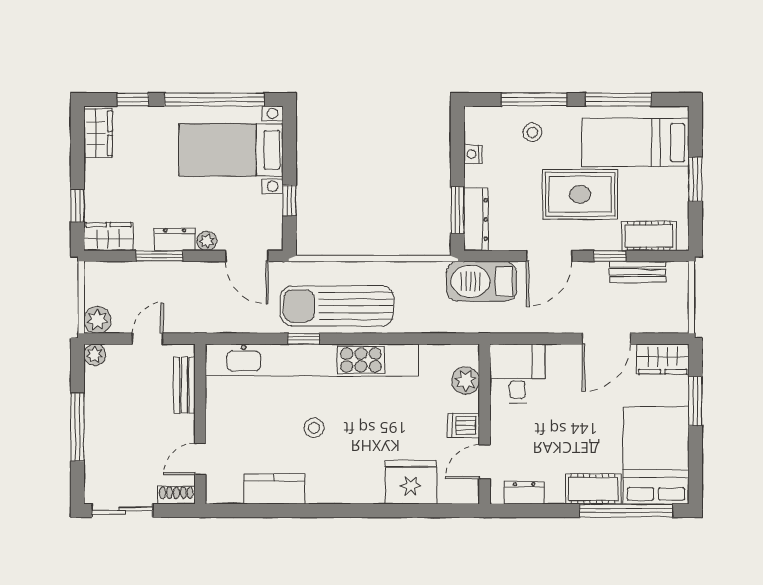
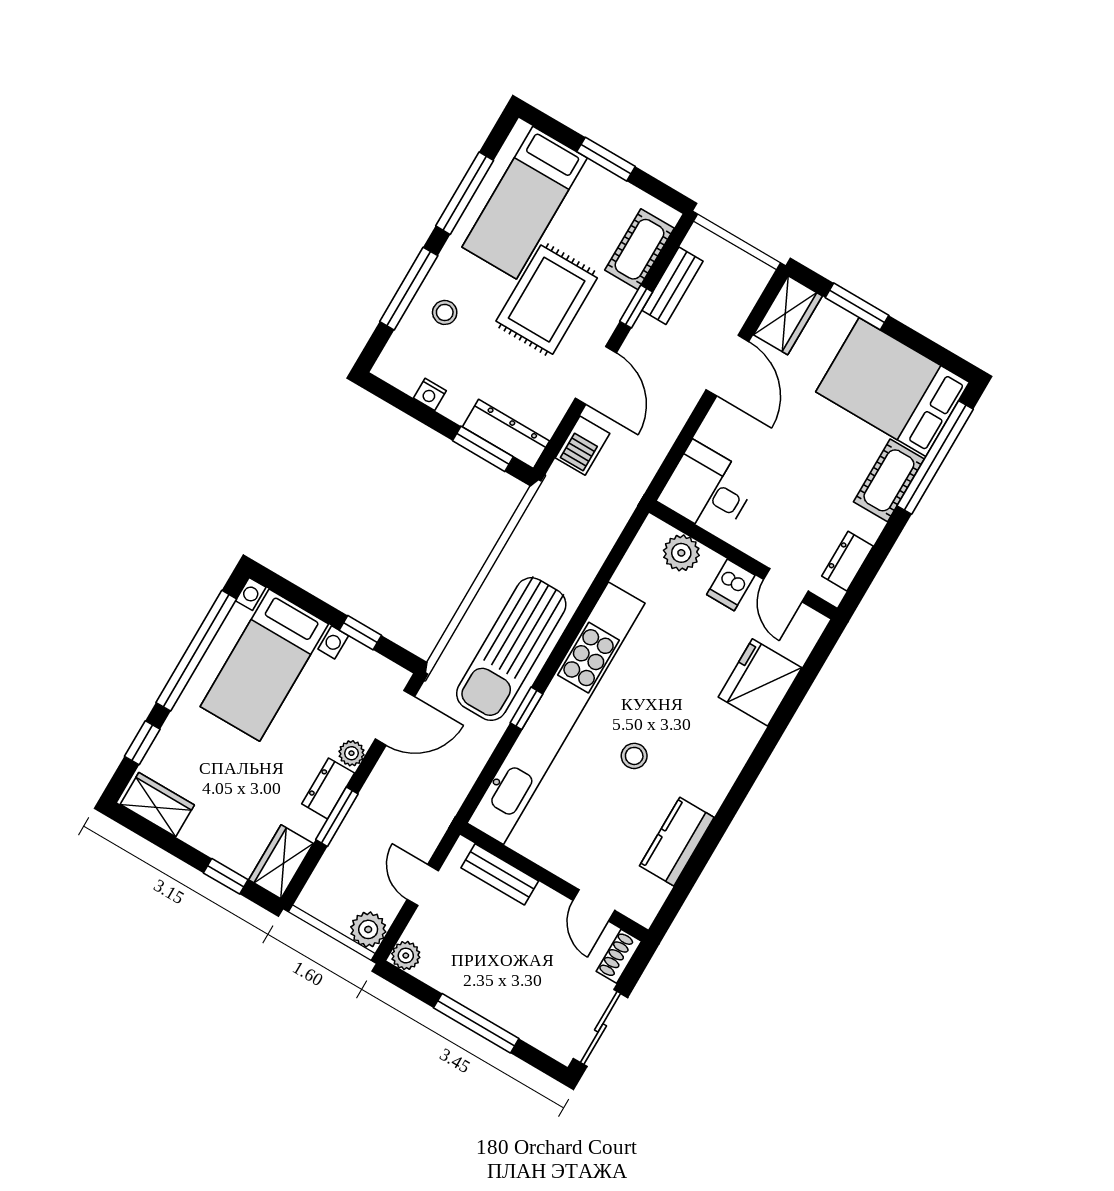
barbecue: (482, 281) -> (583, 446), width x0.53, depth x0.65

